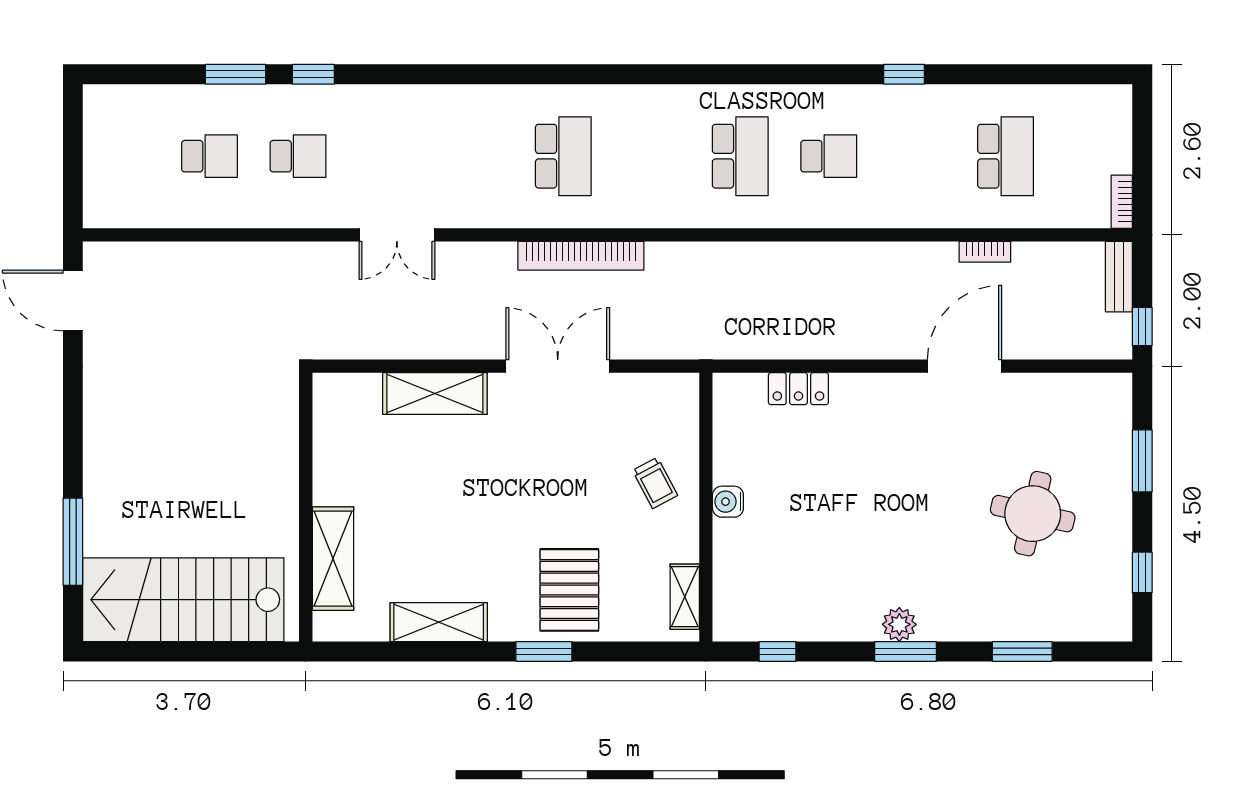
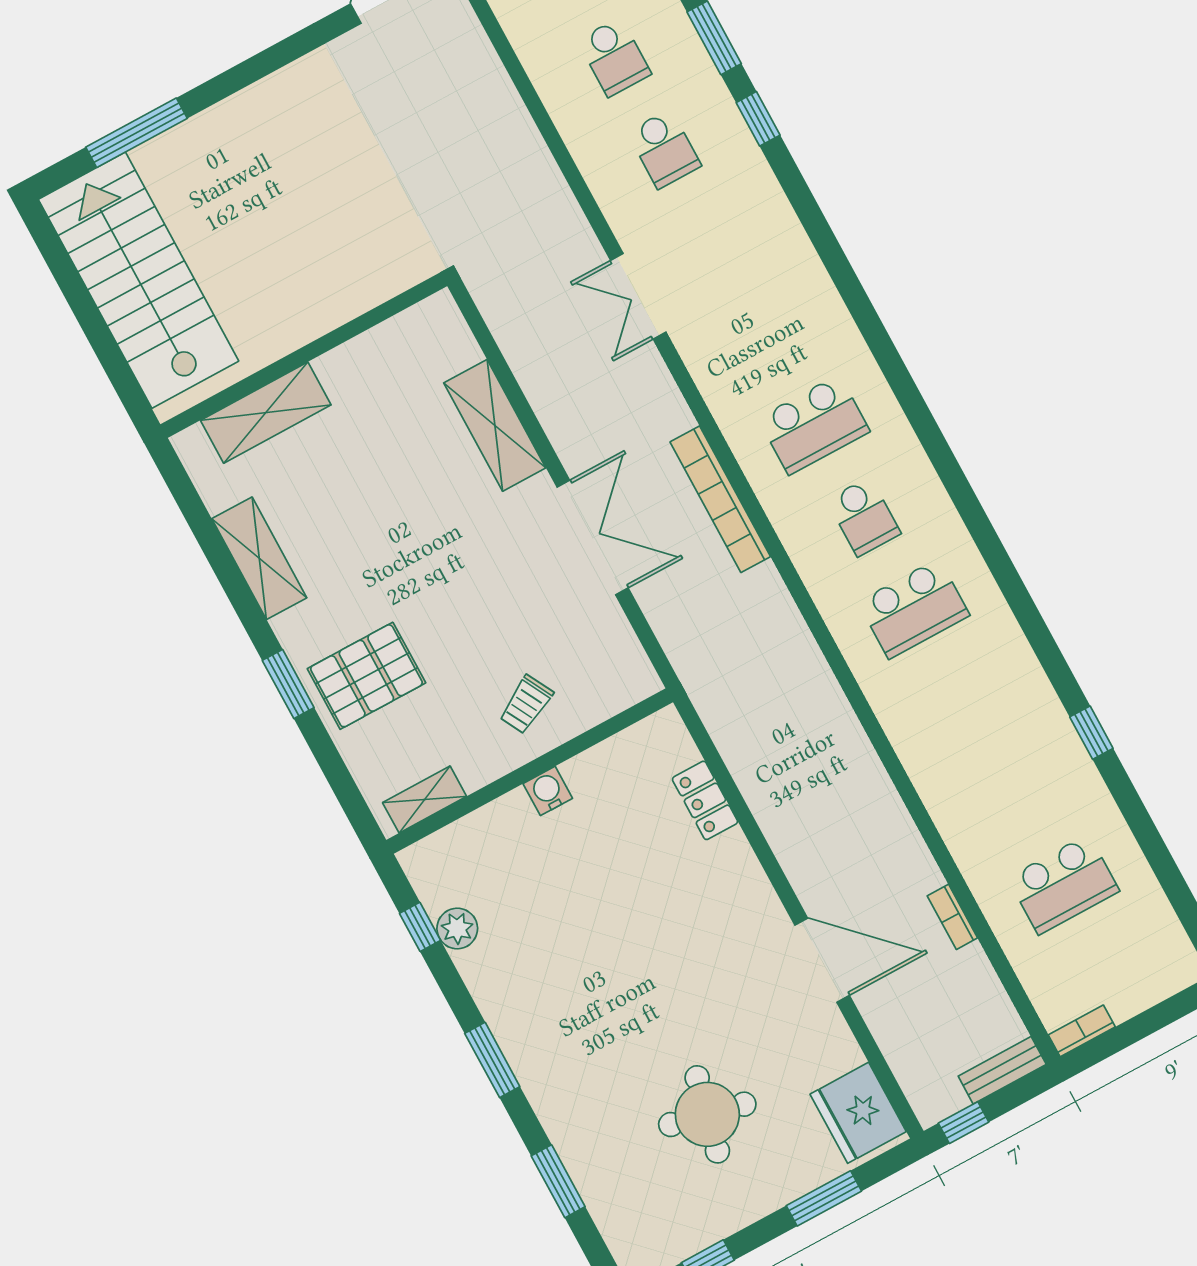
school desk: (829, 156) -> (864, 517), moved
fridge: (1092, 401) -> (858, 1113), added
plant: (899, 624) -> (457, 928), moved

